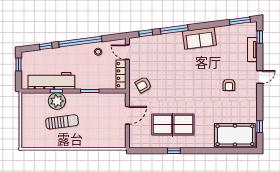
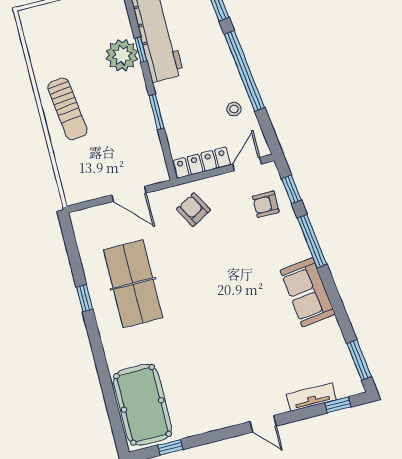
armchair: (229, 85) -> (266, 204), moved
sun lounger: (62, 122) -> (67, 109), moved

